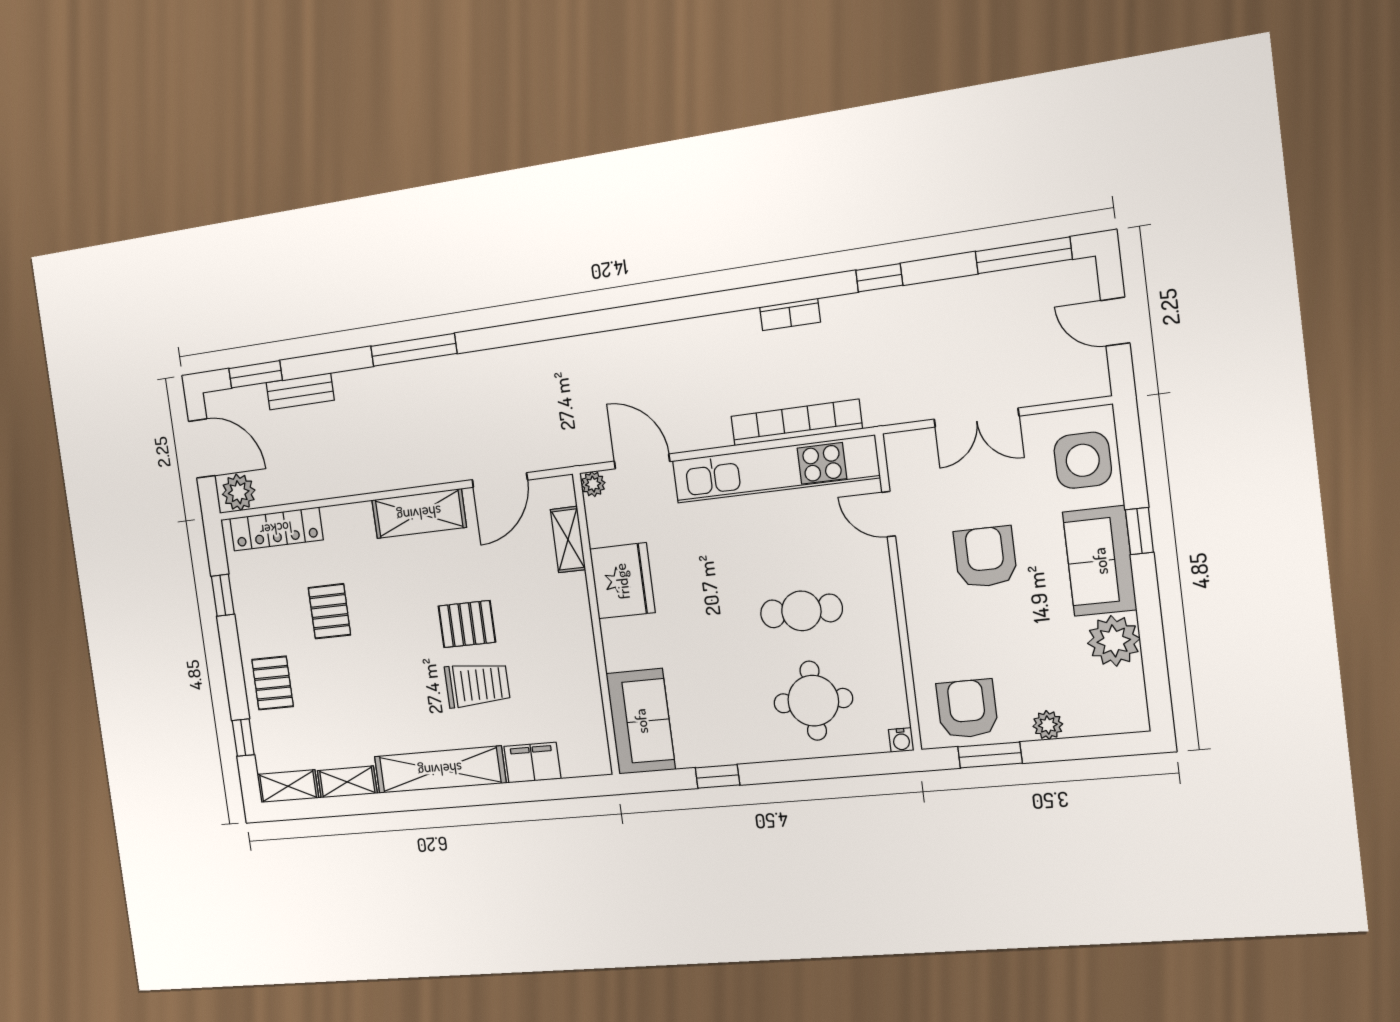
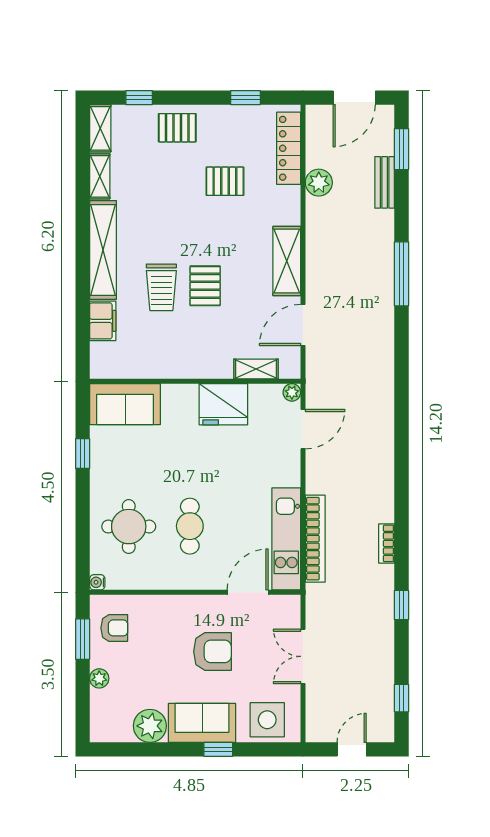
window: (1024, 255) -> (401, 698), width x0.46
kitchen unit: (775, 469) -> (286, 539), width x0.73
door: (500, 480) -> (303, 325), hinge flipped
plant: (239, 492) -> (319, 183), moved
door: (889, 514) -> (248, 592), width x1.38
armchair: (967, 709) -> (114, 628), width x0.72, depth x0.72

